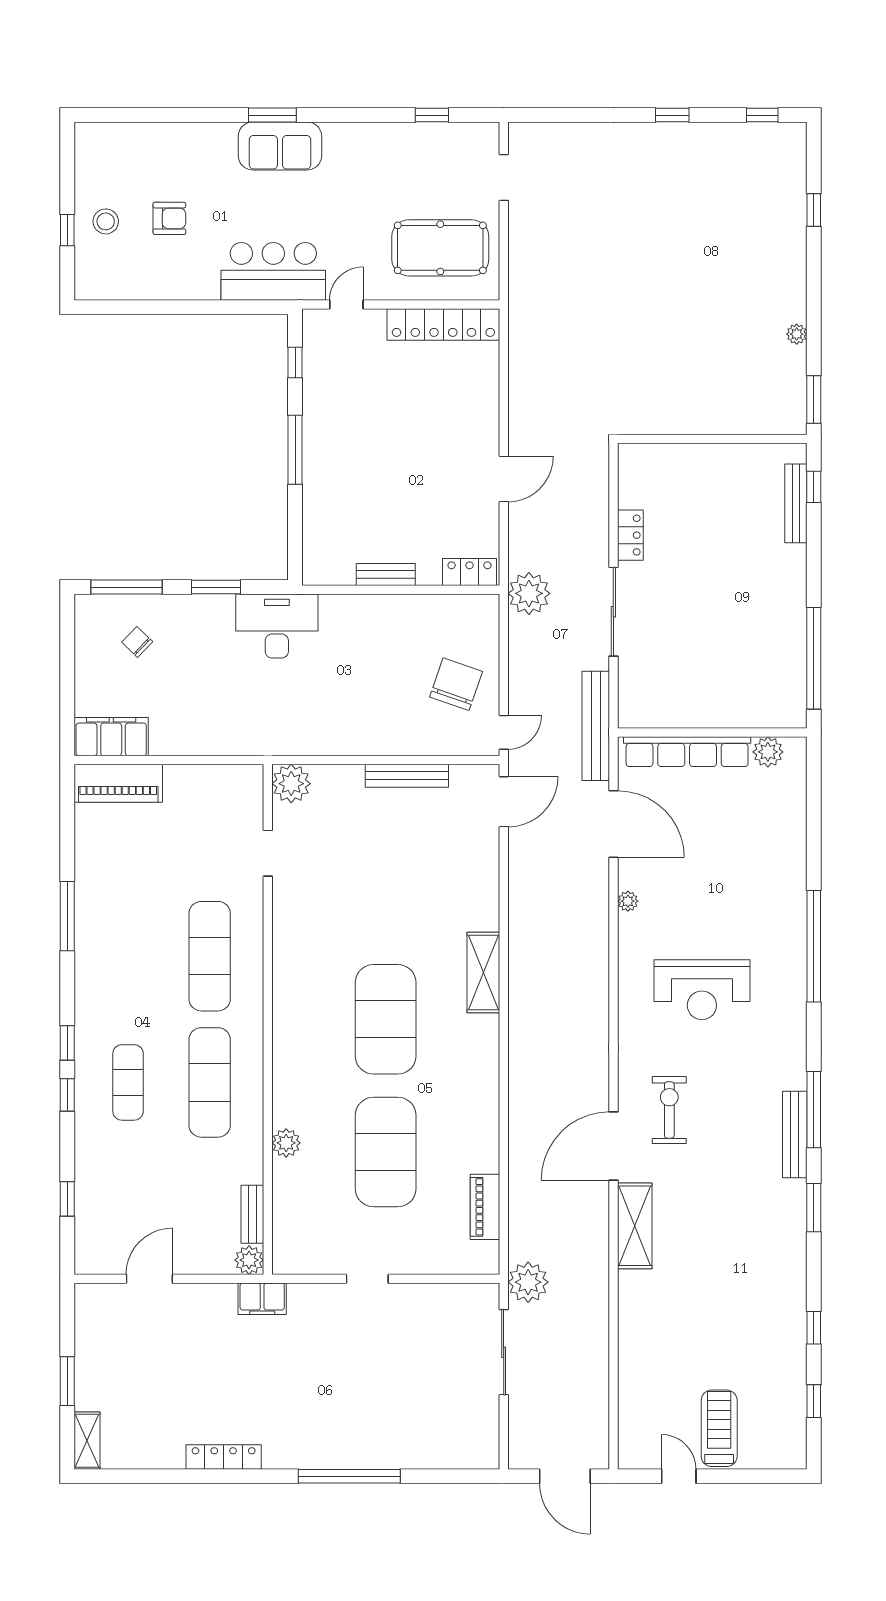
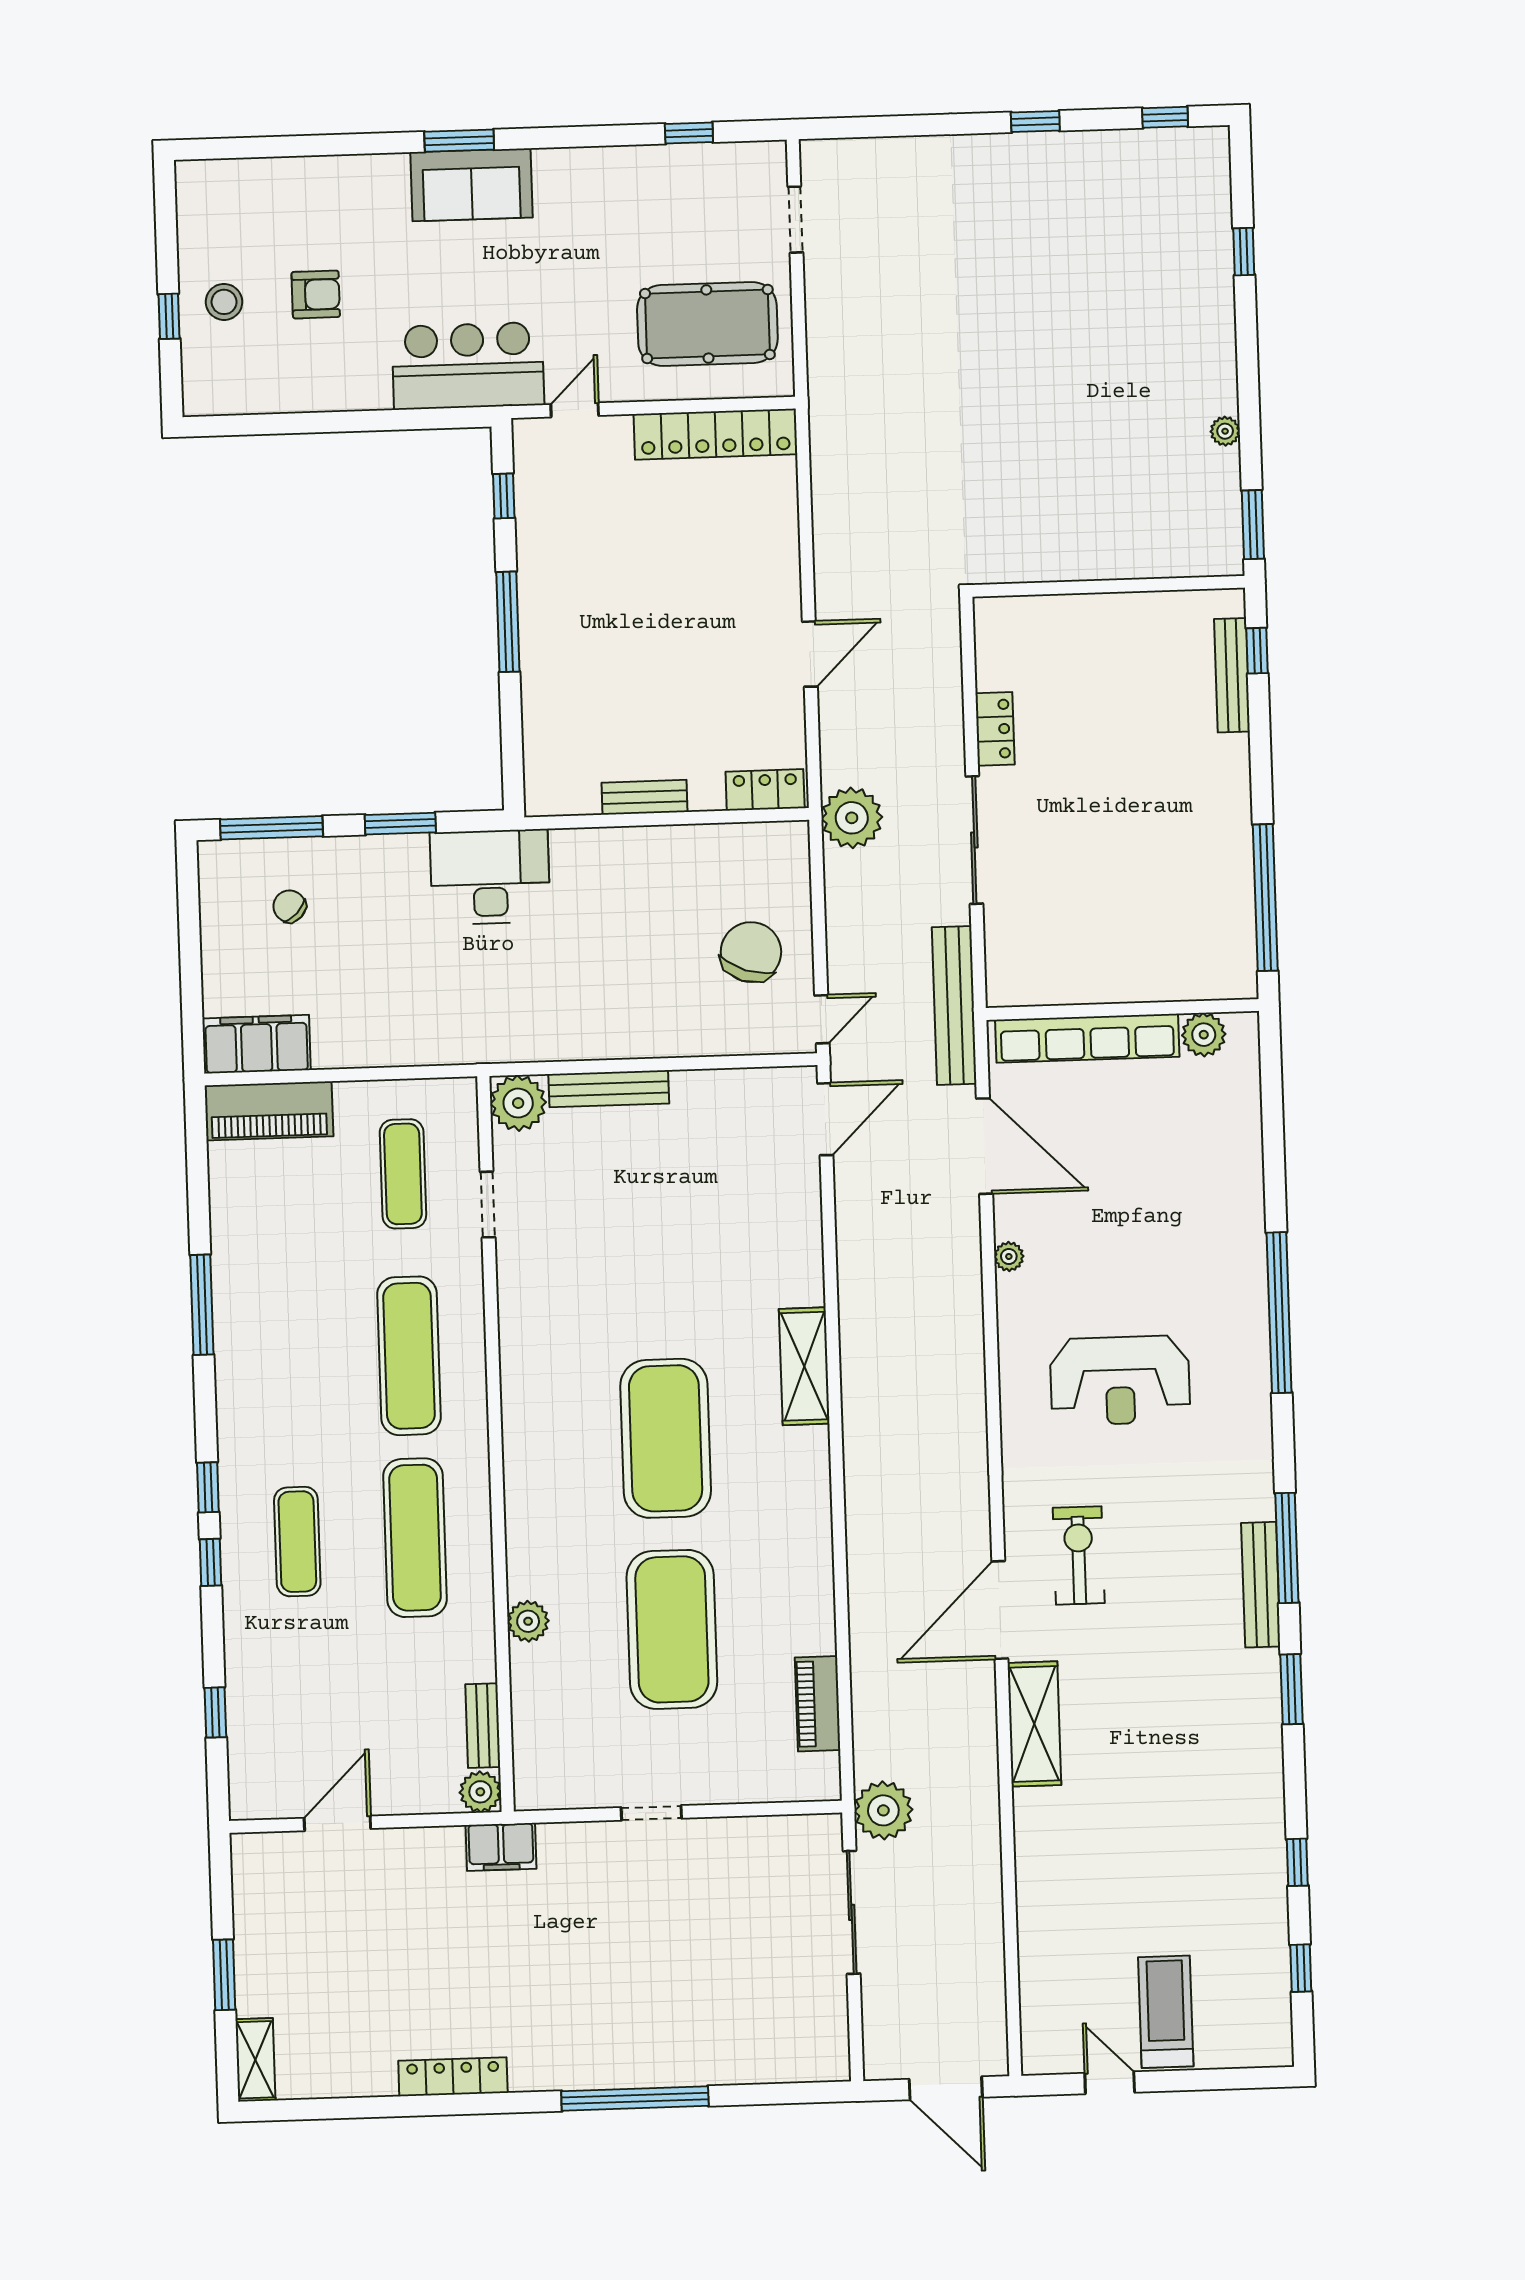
bench: (407, 776) -> (609, 1089), moved
exercise mat: (210, 830) -> (403, 1174), added

